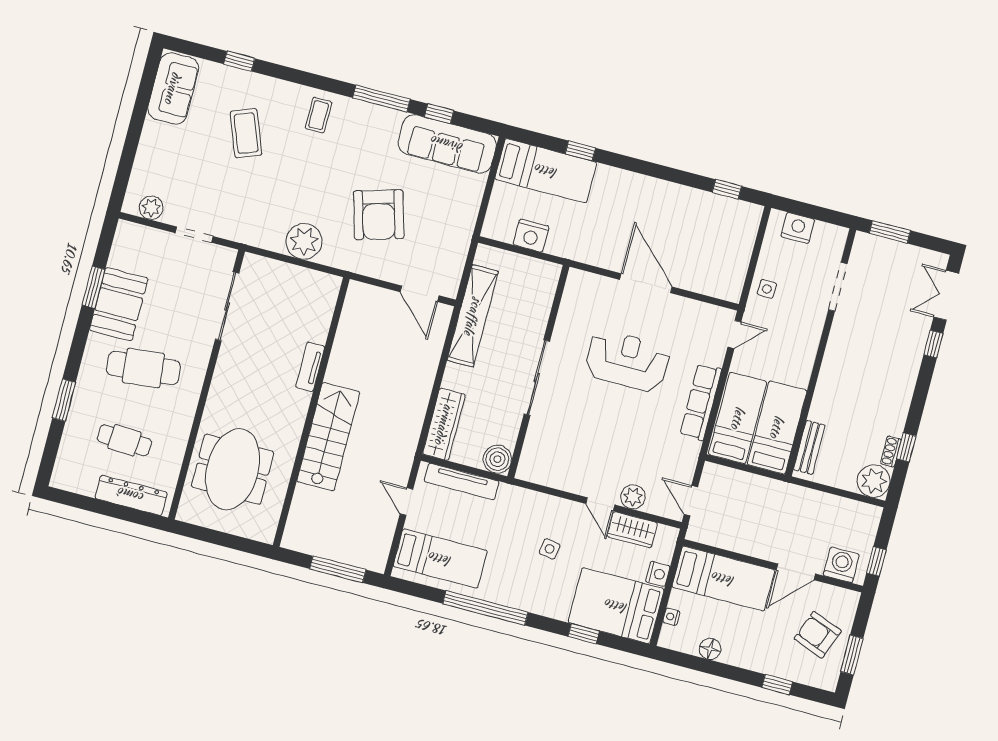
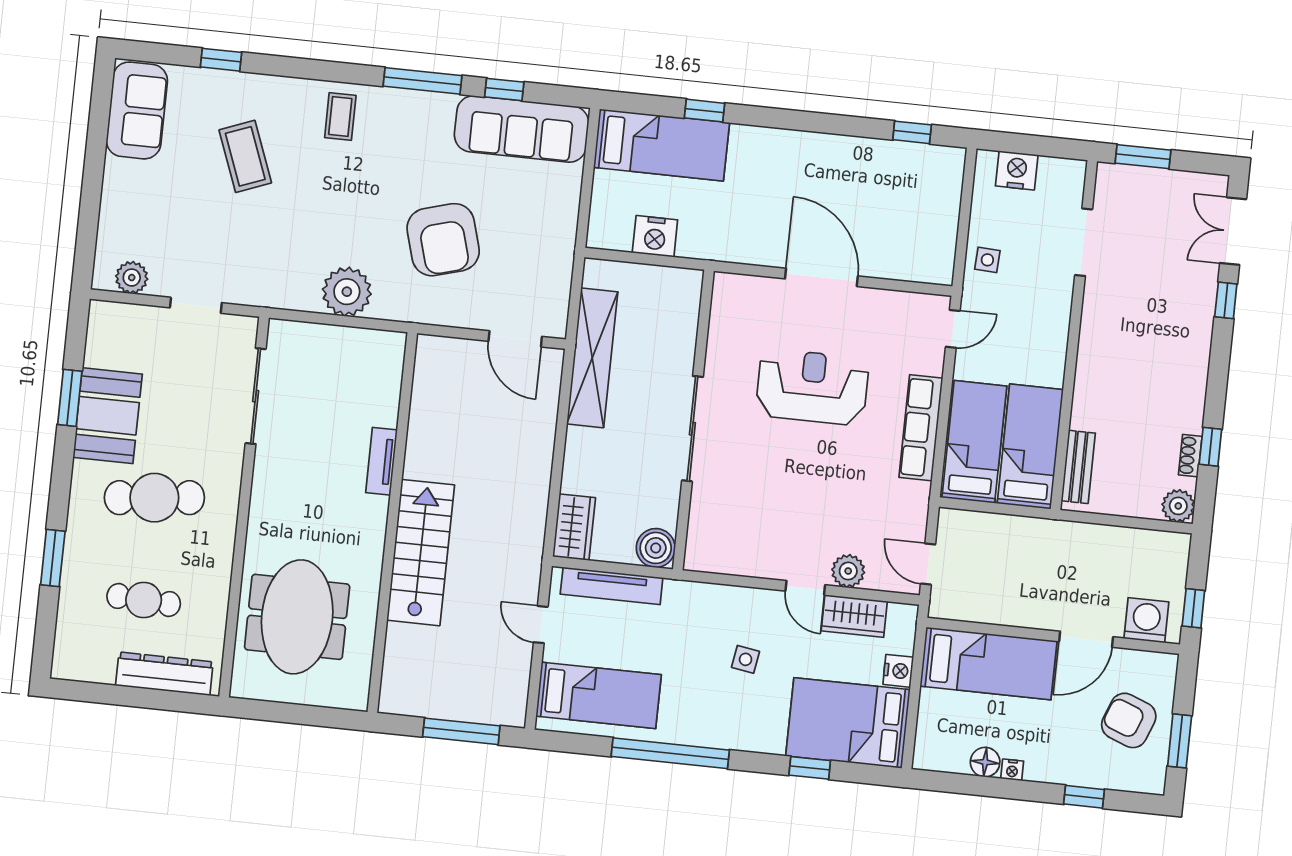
wardrobe: (444, 424) -> (574, 527), width x0.67
plant: (874, 481) -> (1178, 506), width x0.73, depth x0.73
nightstand: (671, 617) -> (1012, 770), moved, turned -90

